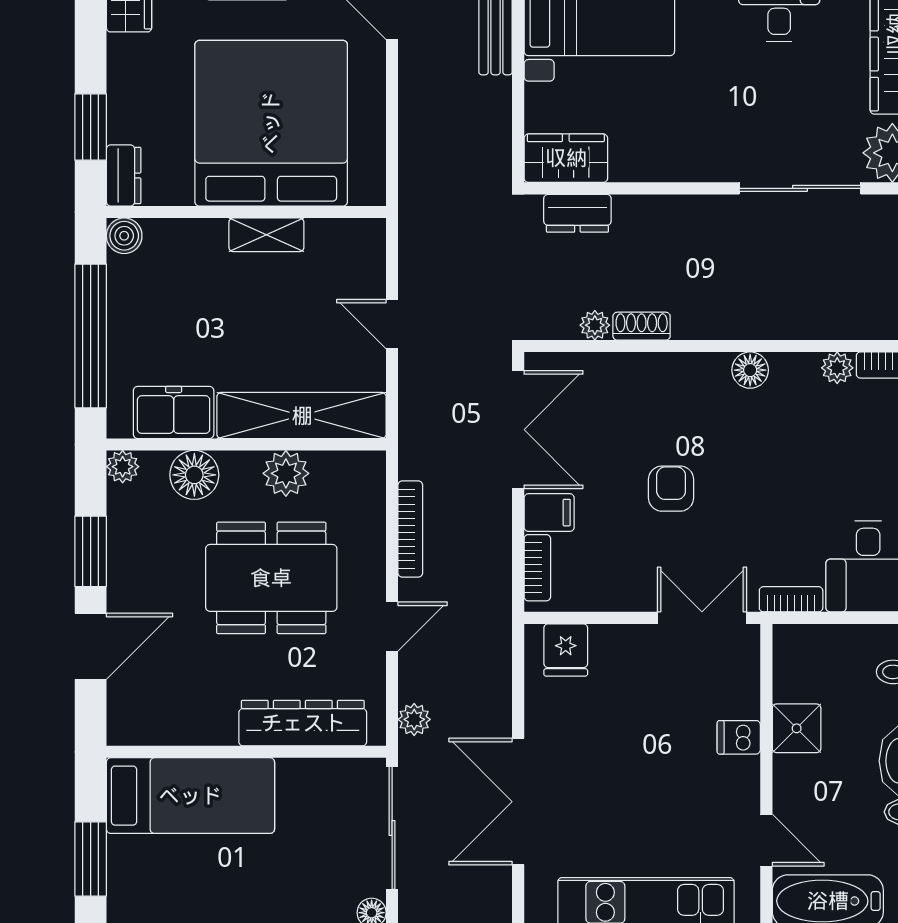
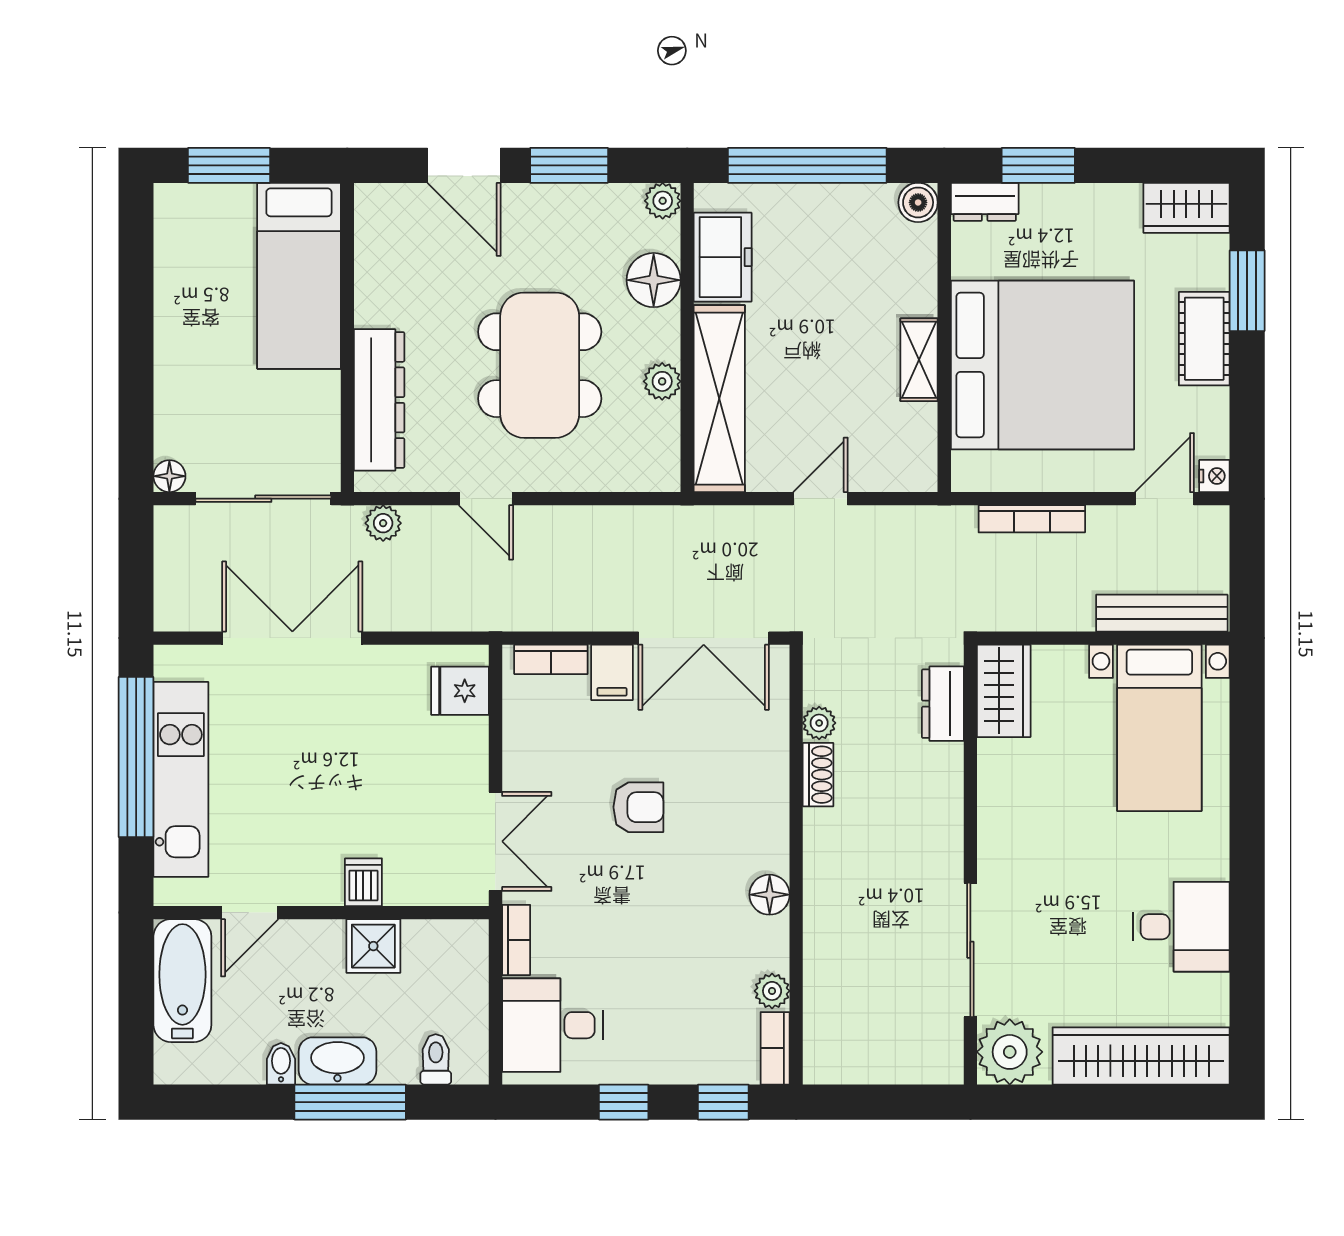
plant: (286, 473) -> (662, 381), width x0.73, depth x0.73
bookcase: (410, 529) -> (1032, 519), moved

